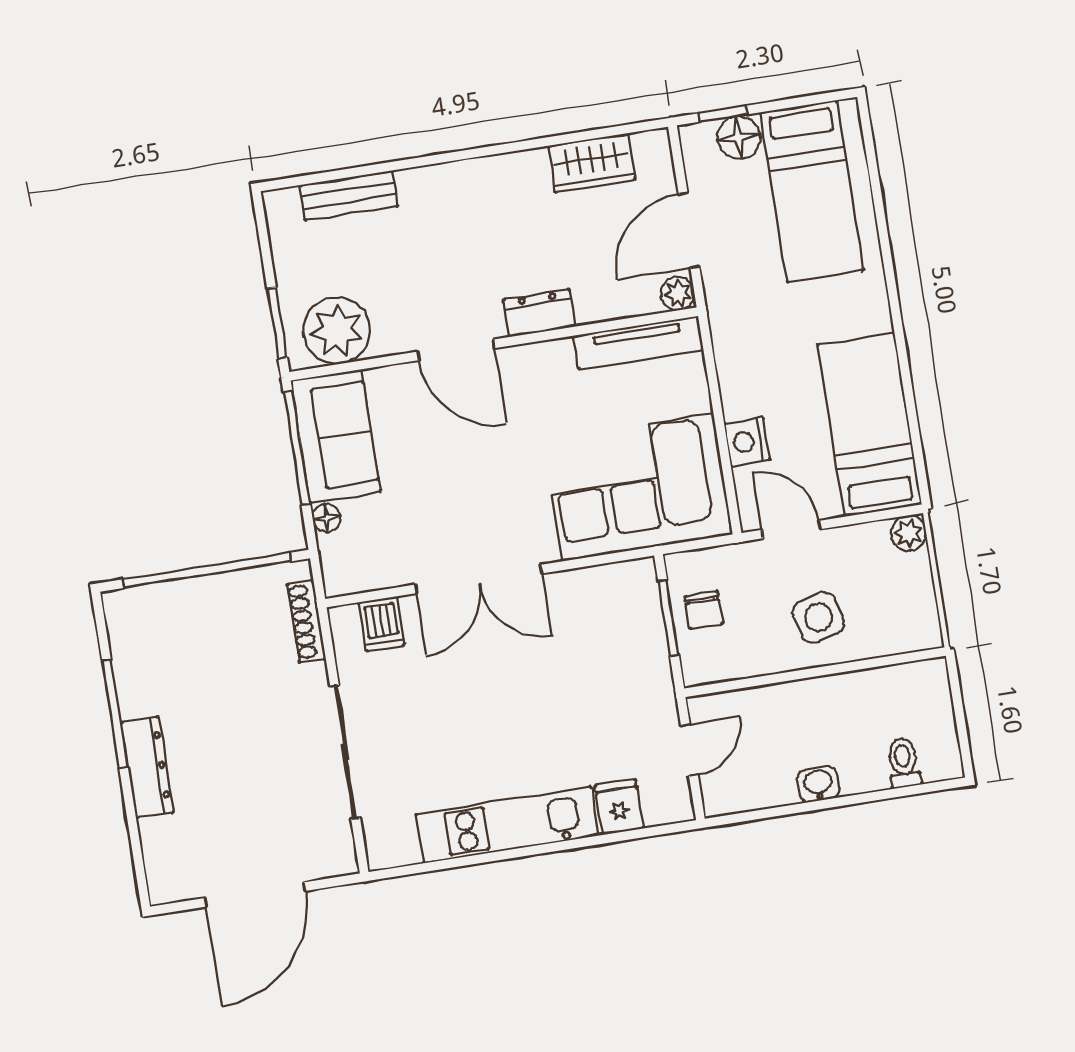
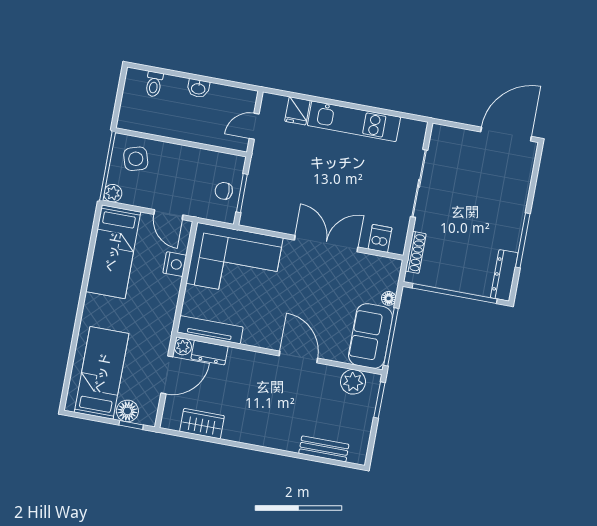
dresser: (539, 313) -> (209, 353), moved
plant: (337, 331) -> (353, 382), width x0.73, depth x0.73
chair: (704, 610) -> (224, 191), turned -90
side table: (818, 617) -> (136, 159), moved
dresser: (147, 767) -> (504, 275), moved
door: (255, 894) -> (506, 134), moved

